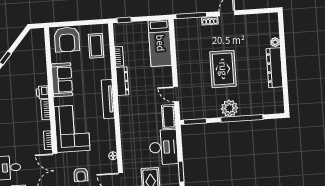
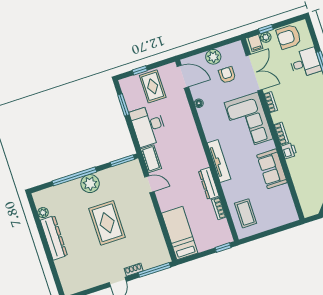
armchair: (67, 39) -> (278, 212), removed
plant: (275, 42) -> (43, 213), moved

